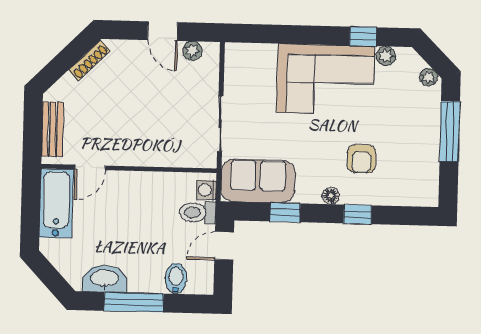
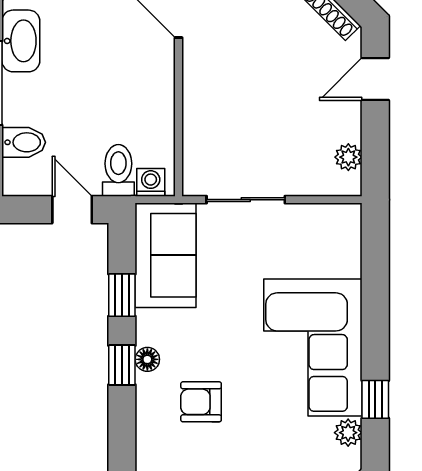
door: (163, 31) -> (375, 79), moved
window: (358, 214) -> (122, 365), moved

